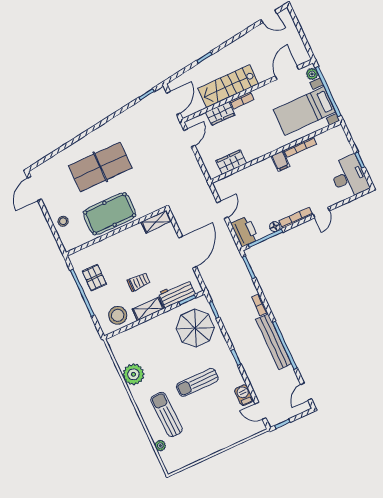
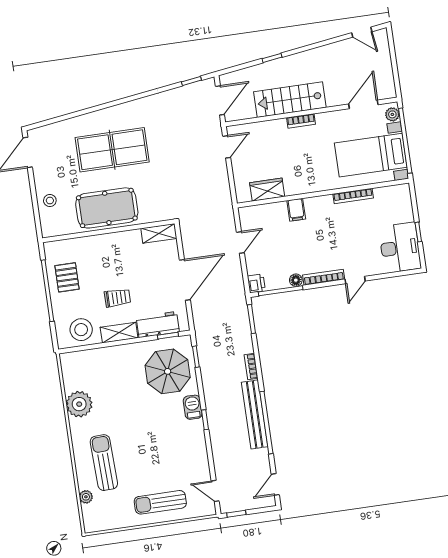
wardrobe: (220, 114) -> (271, 129), removed
filing cabinet: (280, 161) -> (296, 210), moved
printer: (245, 231) -> (256, 283), width x0.53, depth x0.68
sun lounger: (197, 382) -> (160, 502), moved
barbecue: (244, 395) -> (193, 407), moved

